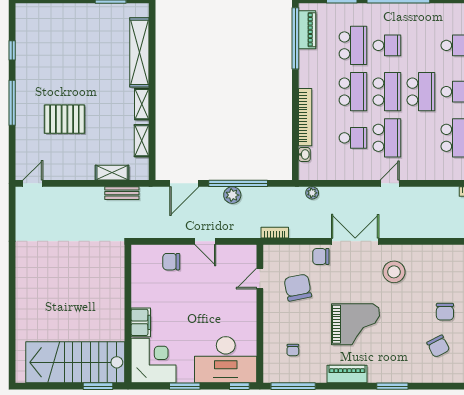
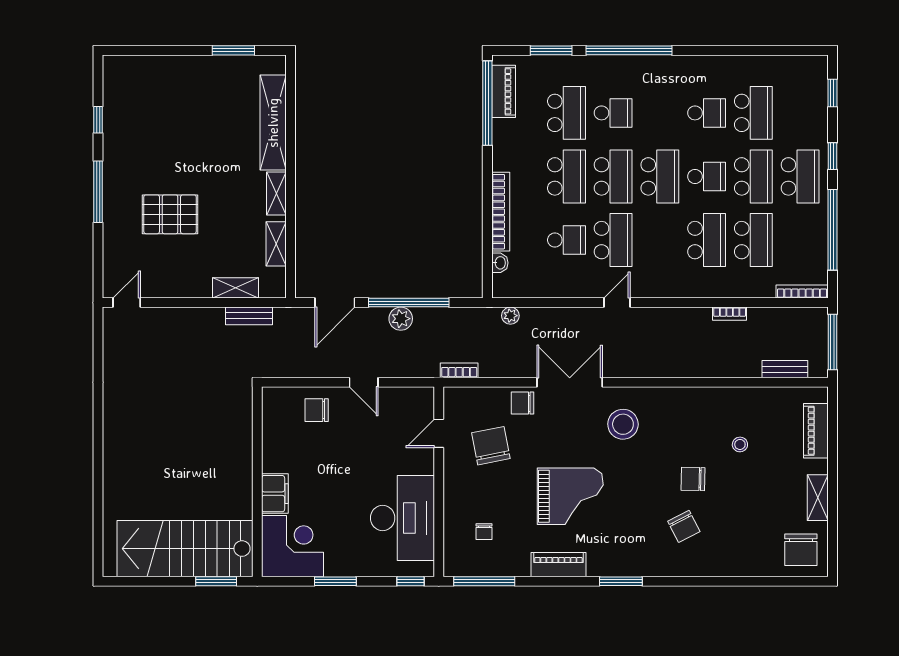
chair: (445, 312) -> (693, 479), turned 91
desk: (226, 360) -> (402, 518), moved, turned -90

